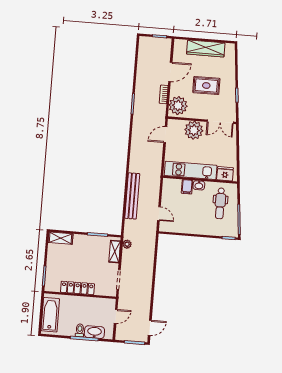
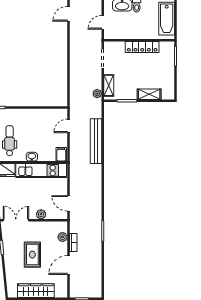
rug: (206, 85) -> (32, 255), turned 90
plant: (178, 106) -> (63, 237), width x0.53, depth x0.53
plant: (194, 130) -> (41, 214), width x0.53, depth x0.53
door: (165, 135) -> (69, 203), swing flipped
filing cabinet: (187, 187) -> (61, 154), moved
door: (159, 214) -> (69, 126), hinge flipped
shelving: (60, 238) -> (149, 94), moved

